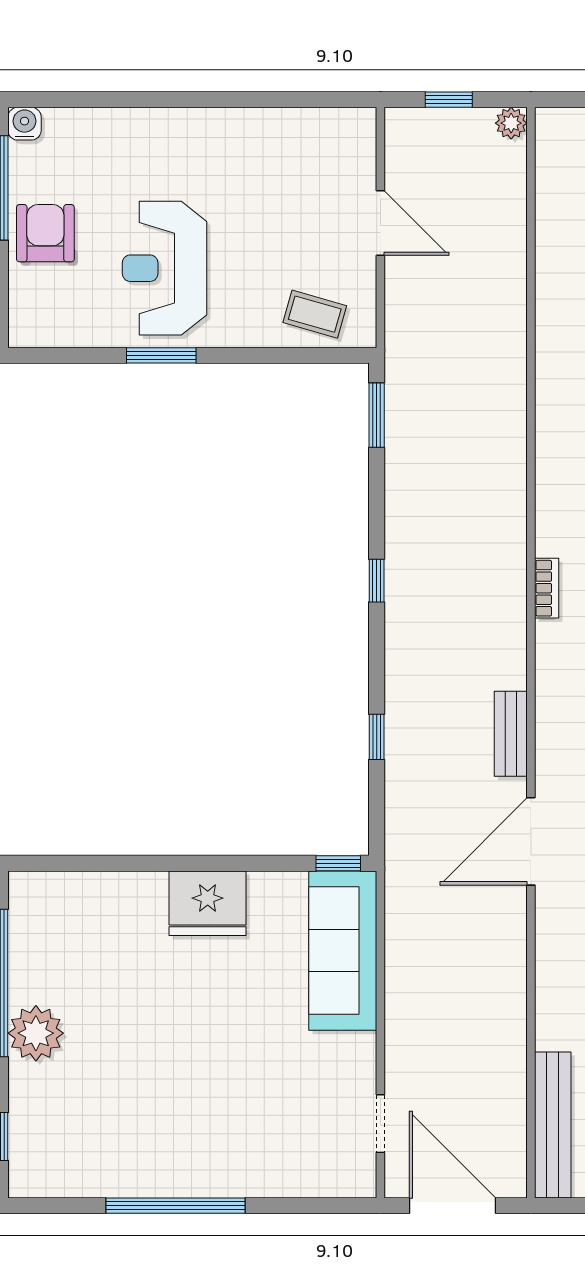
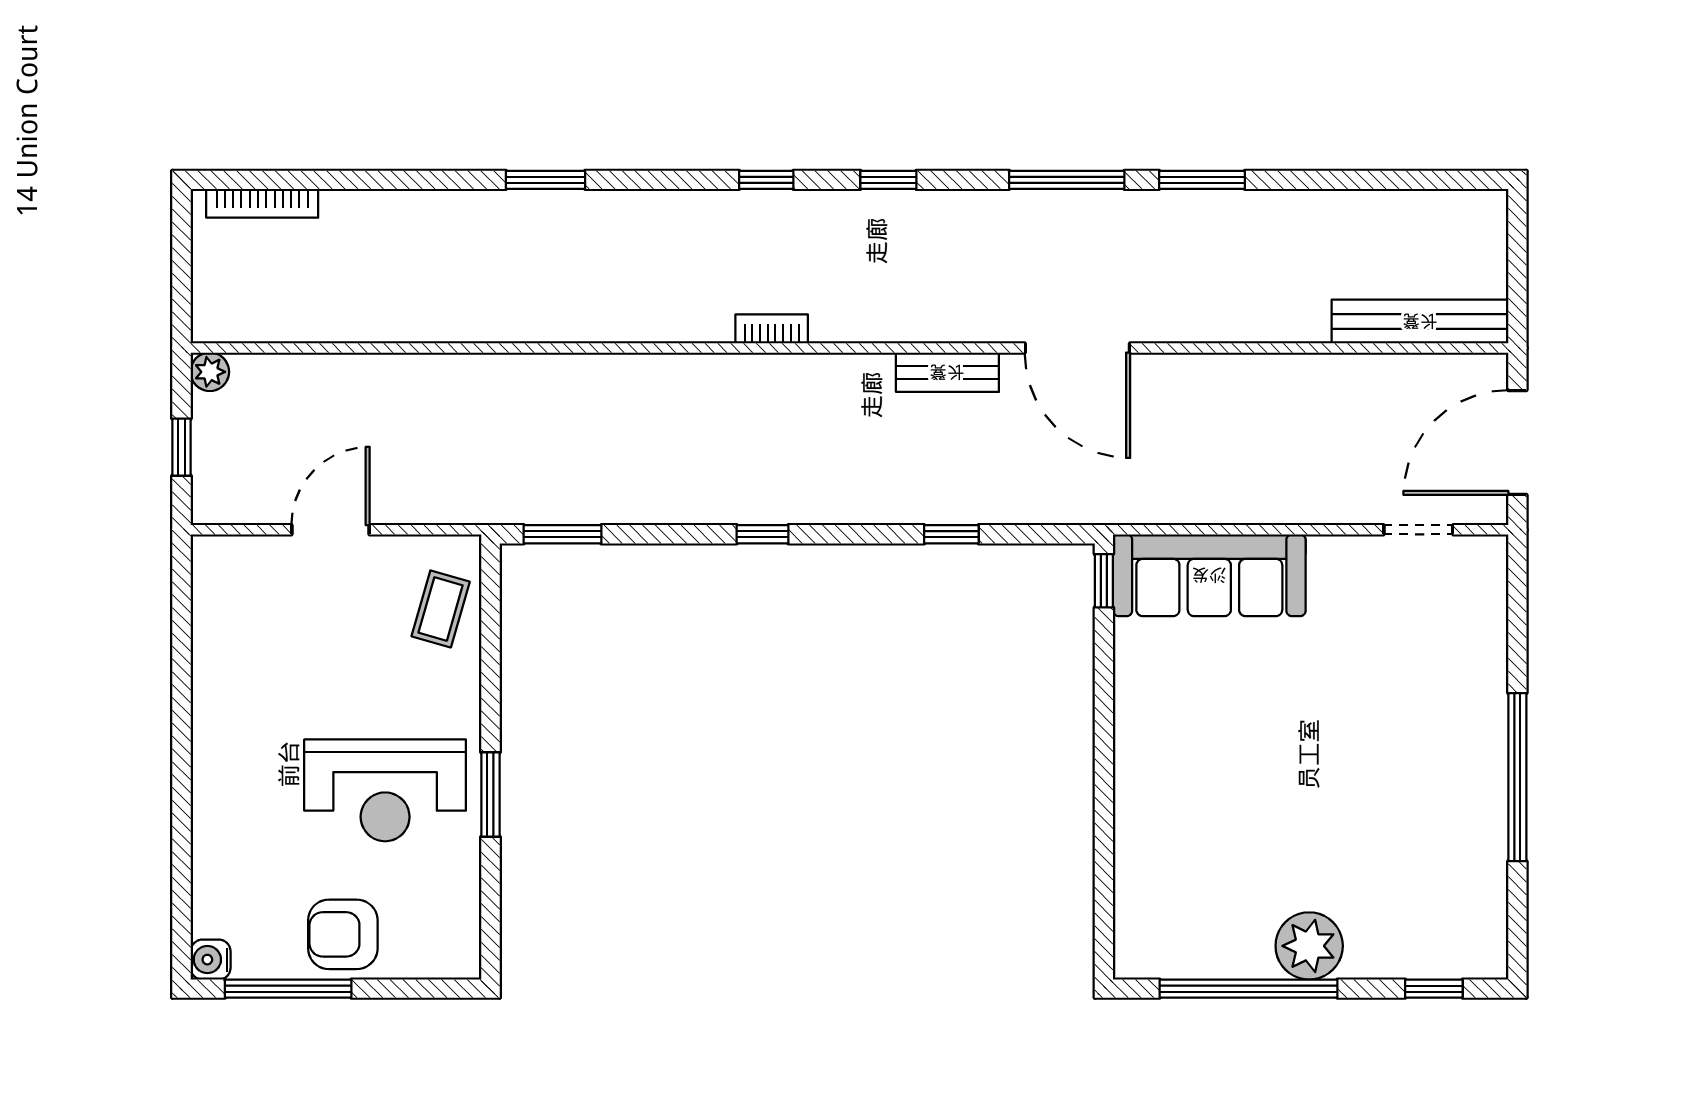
fridge: (208, 903) -> (1152, 739), removed

